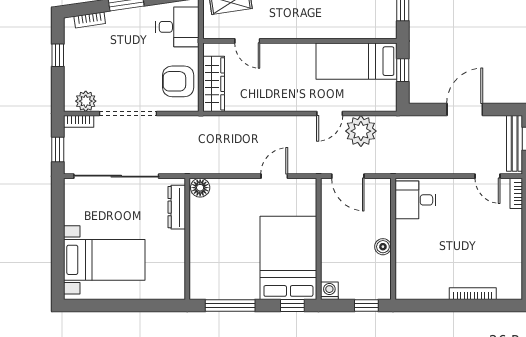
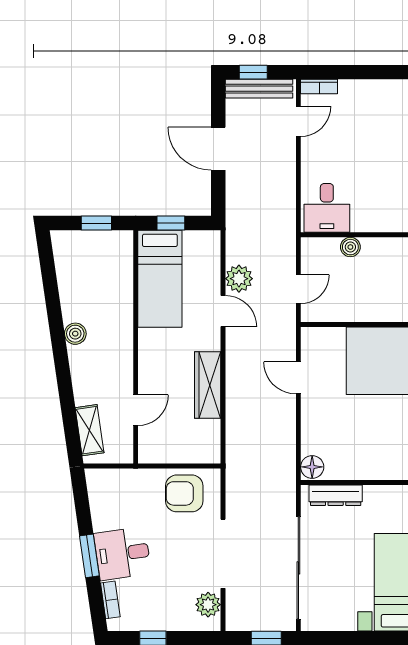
desk: (177, 27) -> (122, 554), moved, turned -98
armchair: (178, 81) -> (184, 493), turned 90
wardrobe: (214, 84) -> (208, 385), moved, turned -90
bookcase: (79, 121) -> (232, 613), removed
plant: (361, 131) -> (239, 279), width x0.73, depth x0.73
door: (348, 176) -> (298, 289), width x0.73
boiler: (383, 247) -> (350, 247), moved

